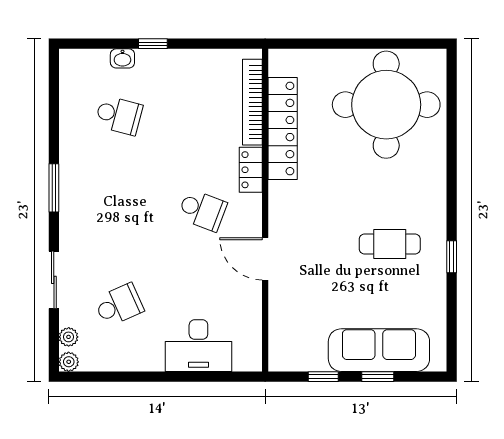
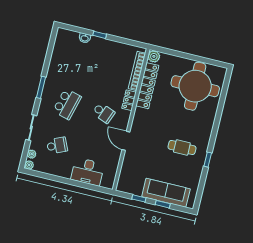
plant: (282, 62) -> (154, 56), added
school desk: (119, 115) -> (67, 104), moved, width x1.85

